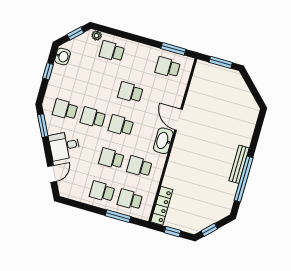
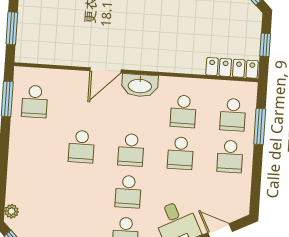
school desk: (112, 51) -> (29, 185), removed

